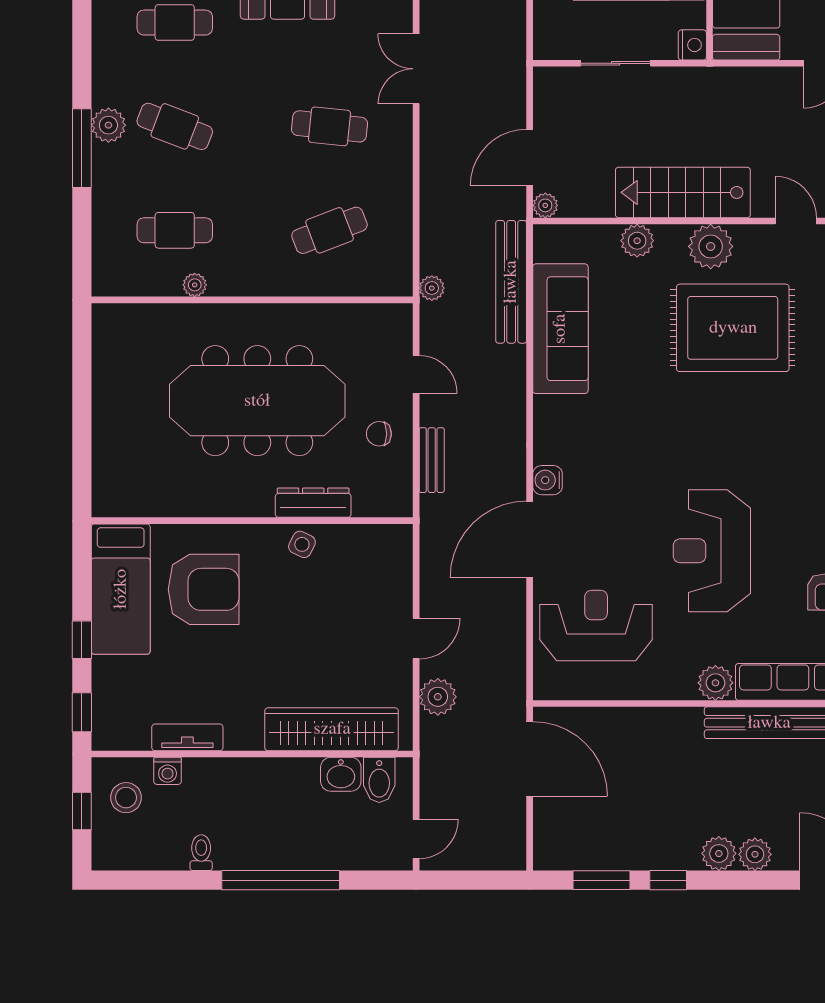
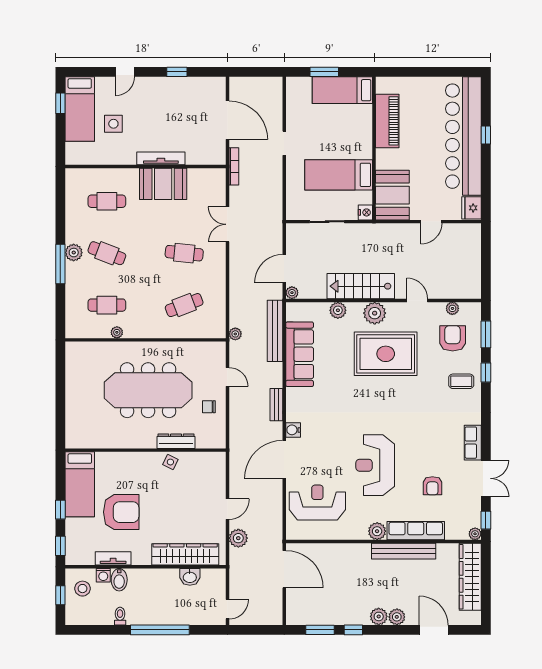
bench: (432, 460) -> (276, 405), moved
armchair: (204, 589) -> (121, 512), moved
bidet: (379, 780) -> (119, 580), moved

